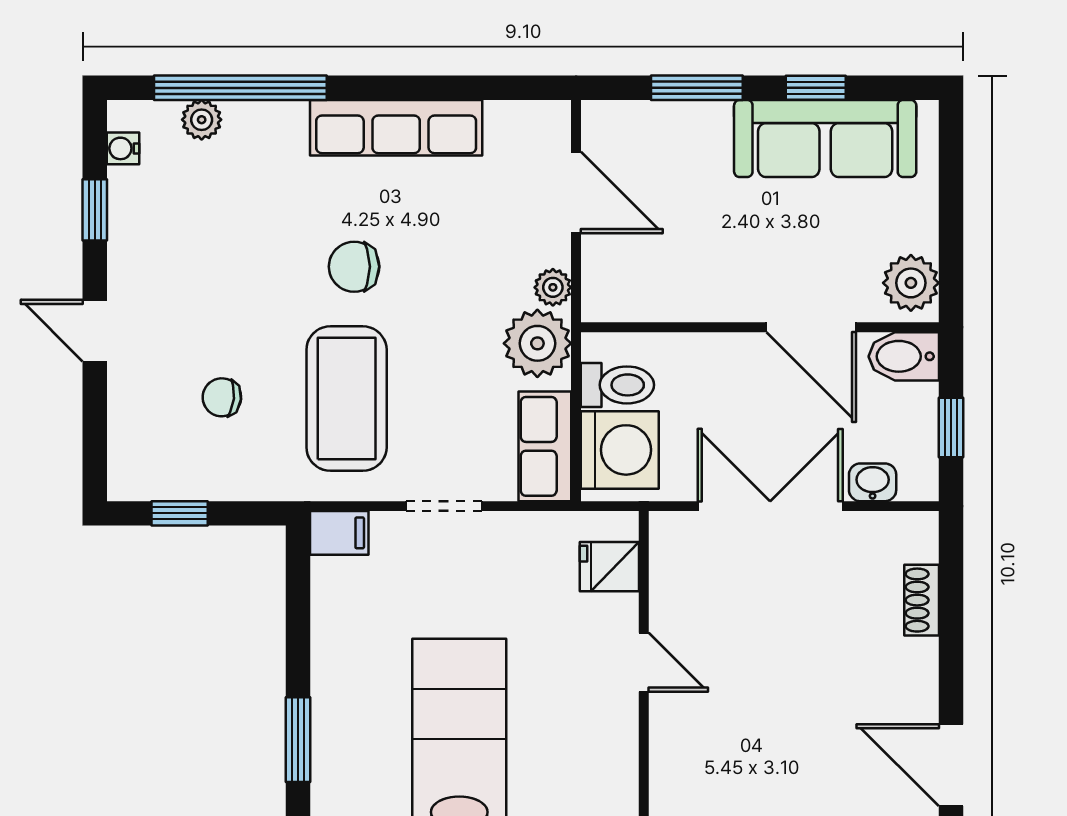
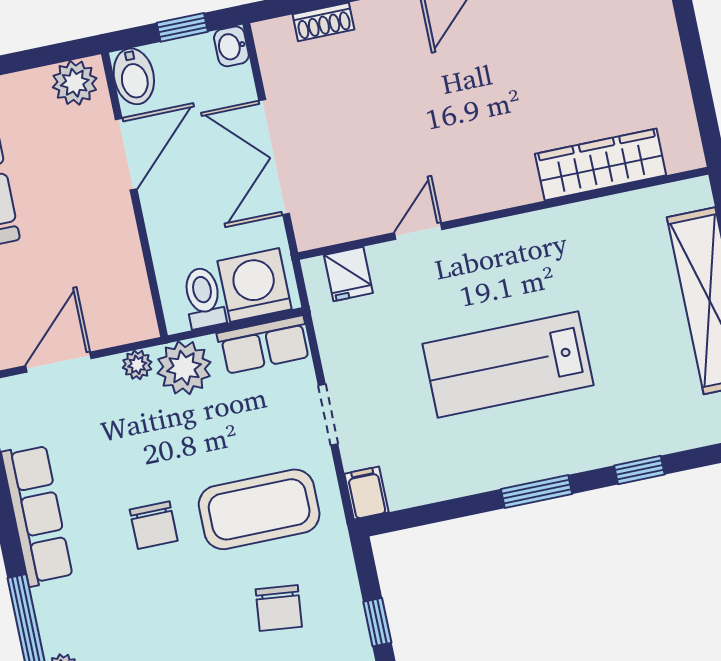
chair: (222, 397) -> (279, 608), width x1.37, depth x1.37
washbasin: (873, 482) -> (231, 46), moved

